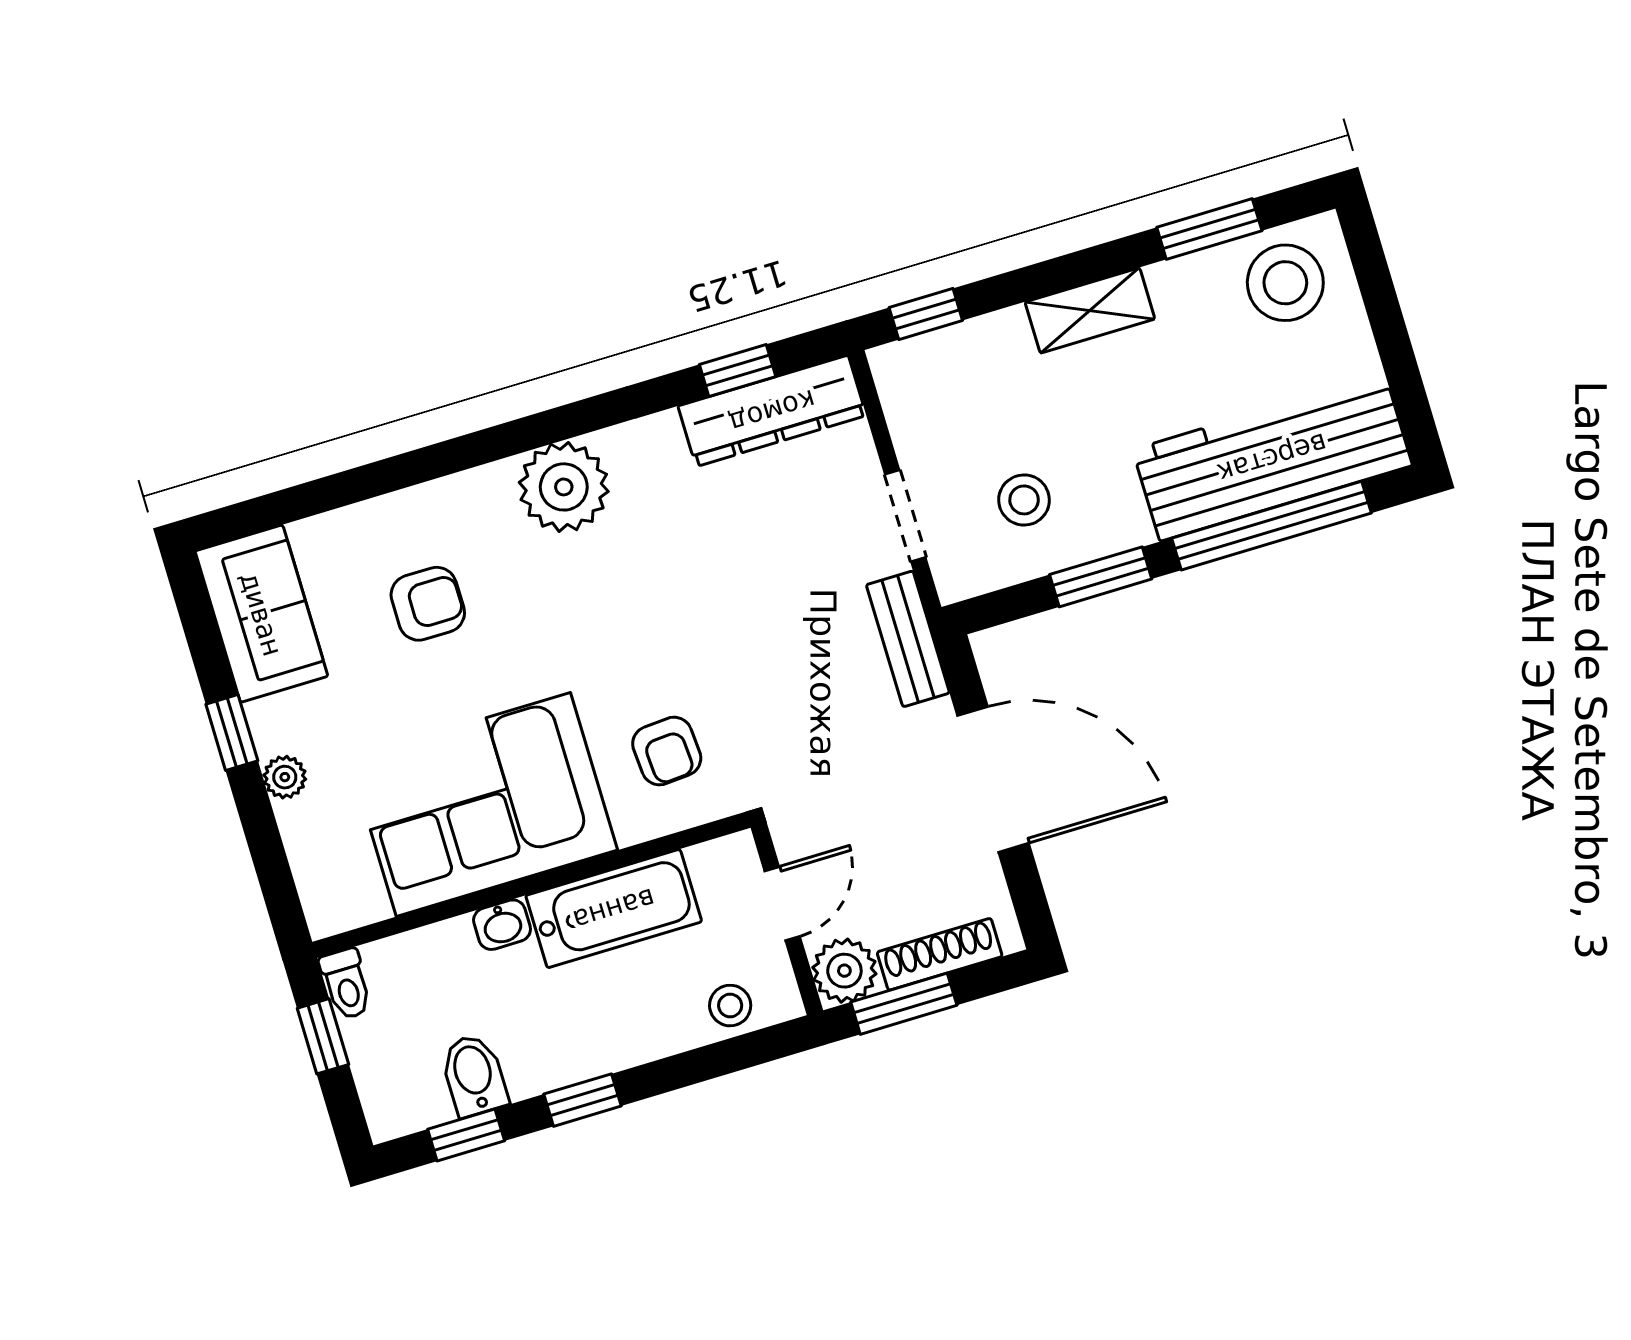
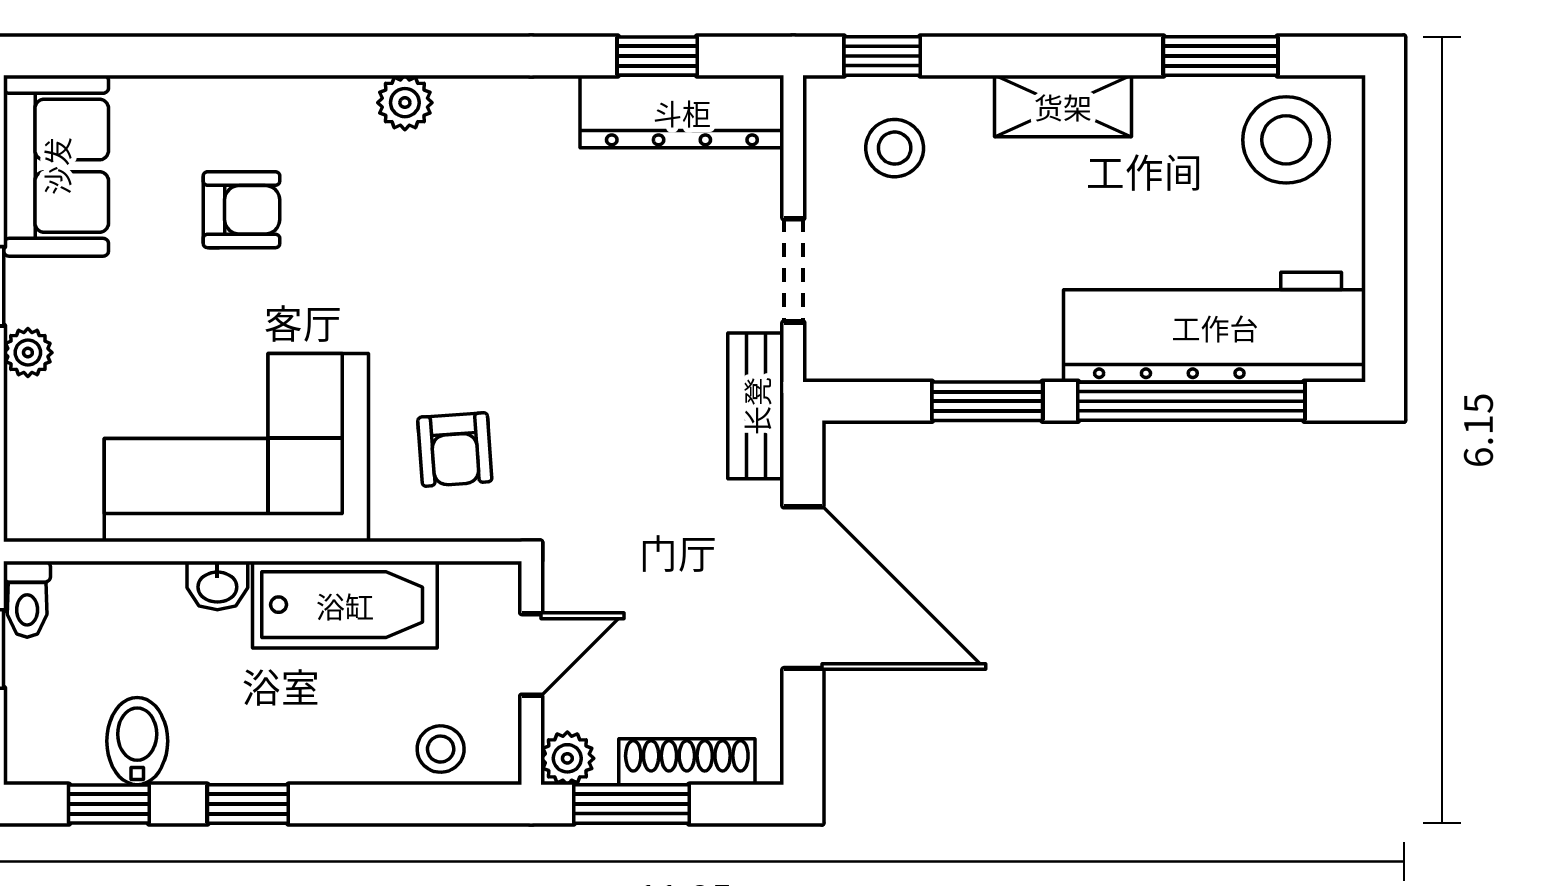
plant: (564, 487) -> (405, 103), width x0.53, depth x0.53
stool: (1024, 500) -> (895, 148), moved
plant: (844, 971) -> (567, 758), width x0.73, depth x0.73

